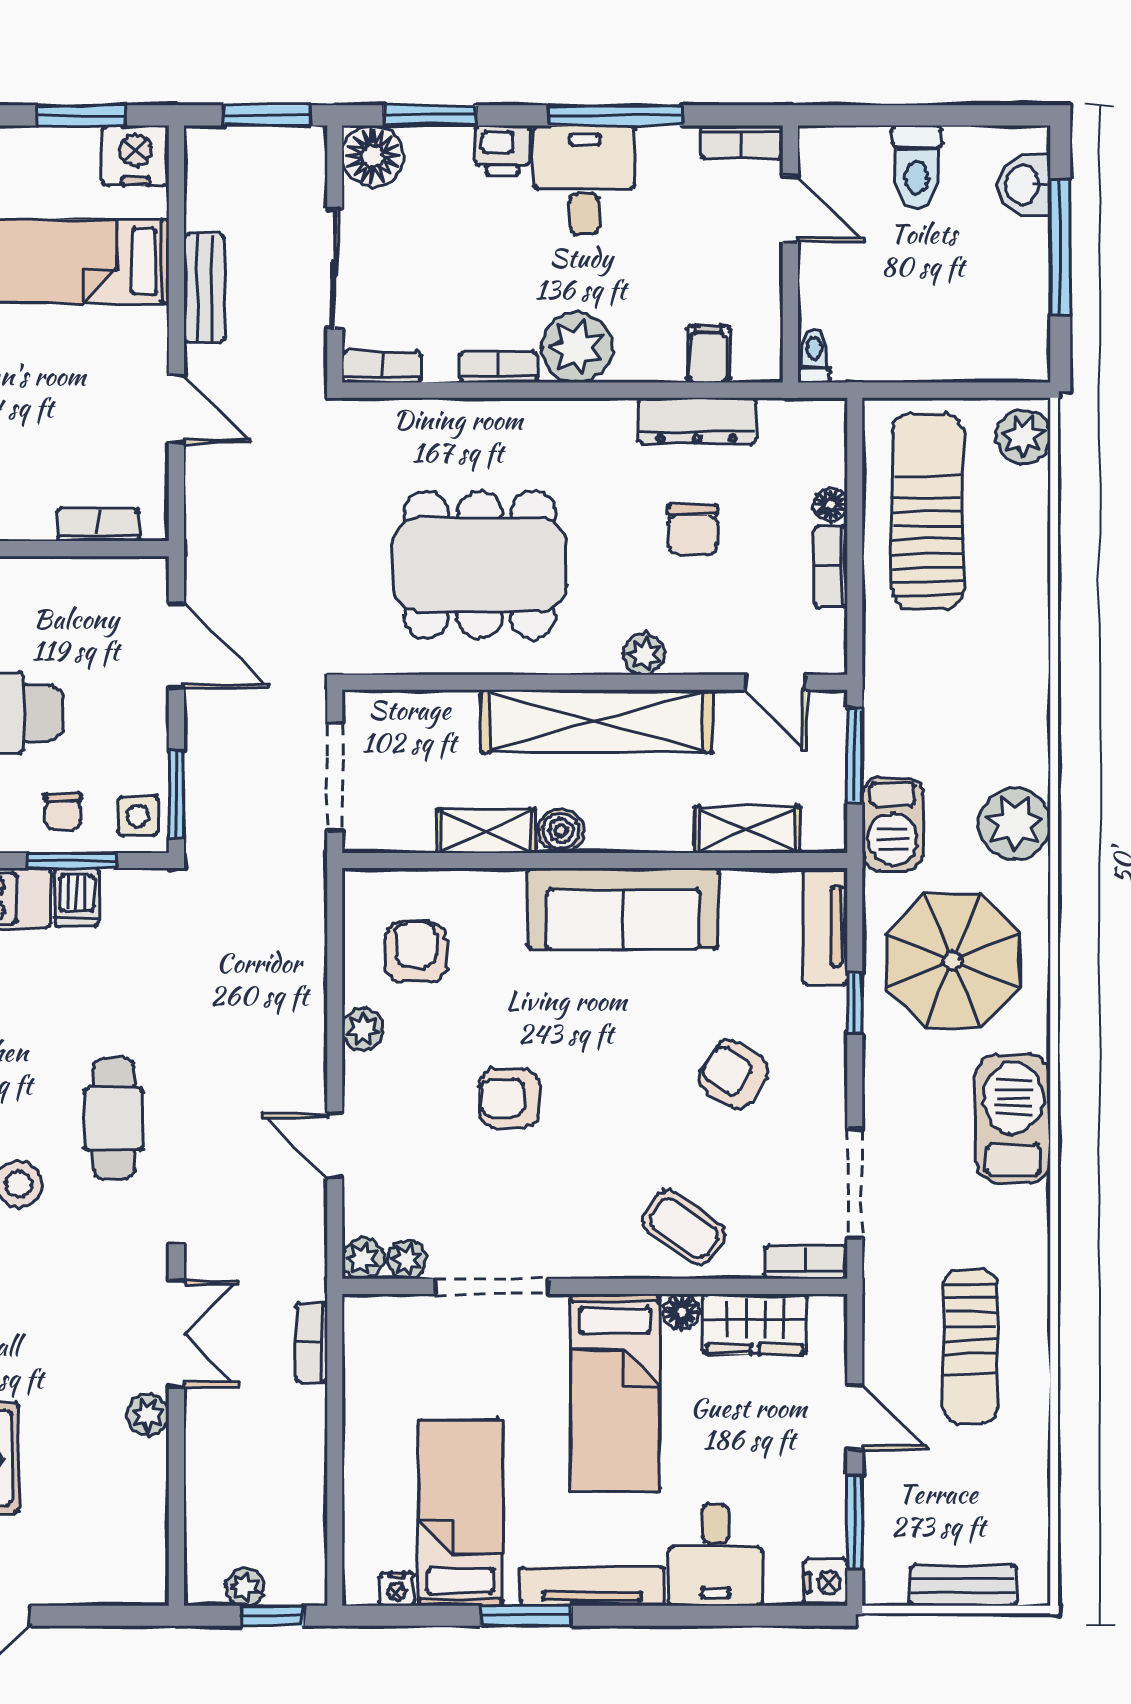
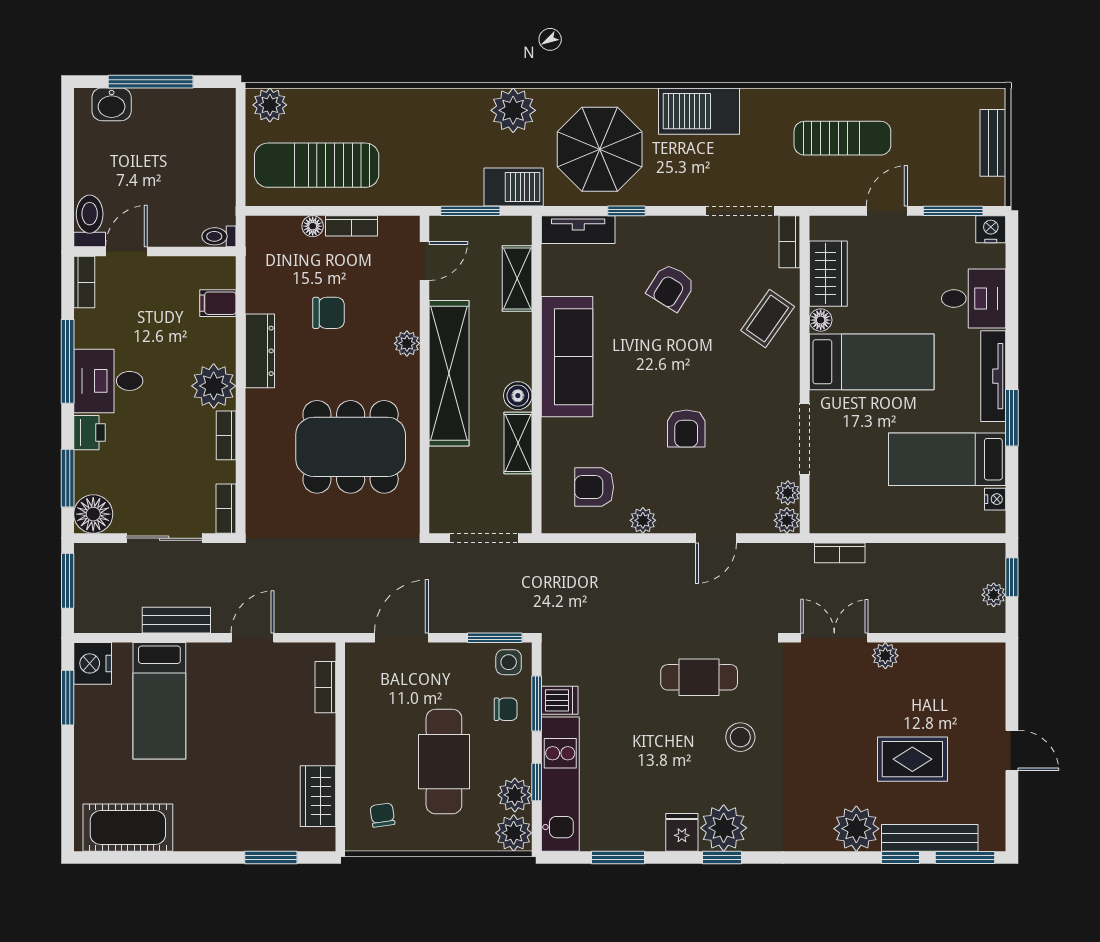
toilet: (917, 166) -> (90, 221), moved, turned -90
dresser: (697, 421) -> (260, 351), moved
dining table: (480, 565) -> (351, 447), turned 90

